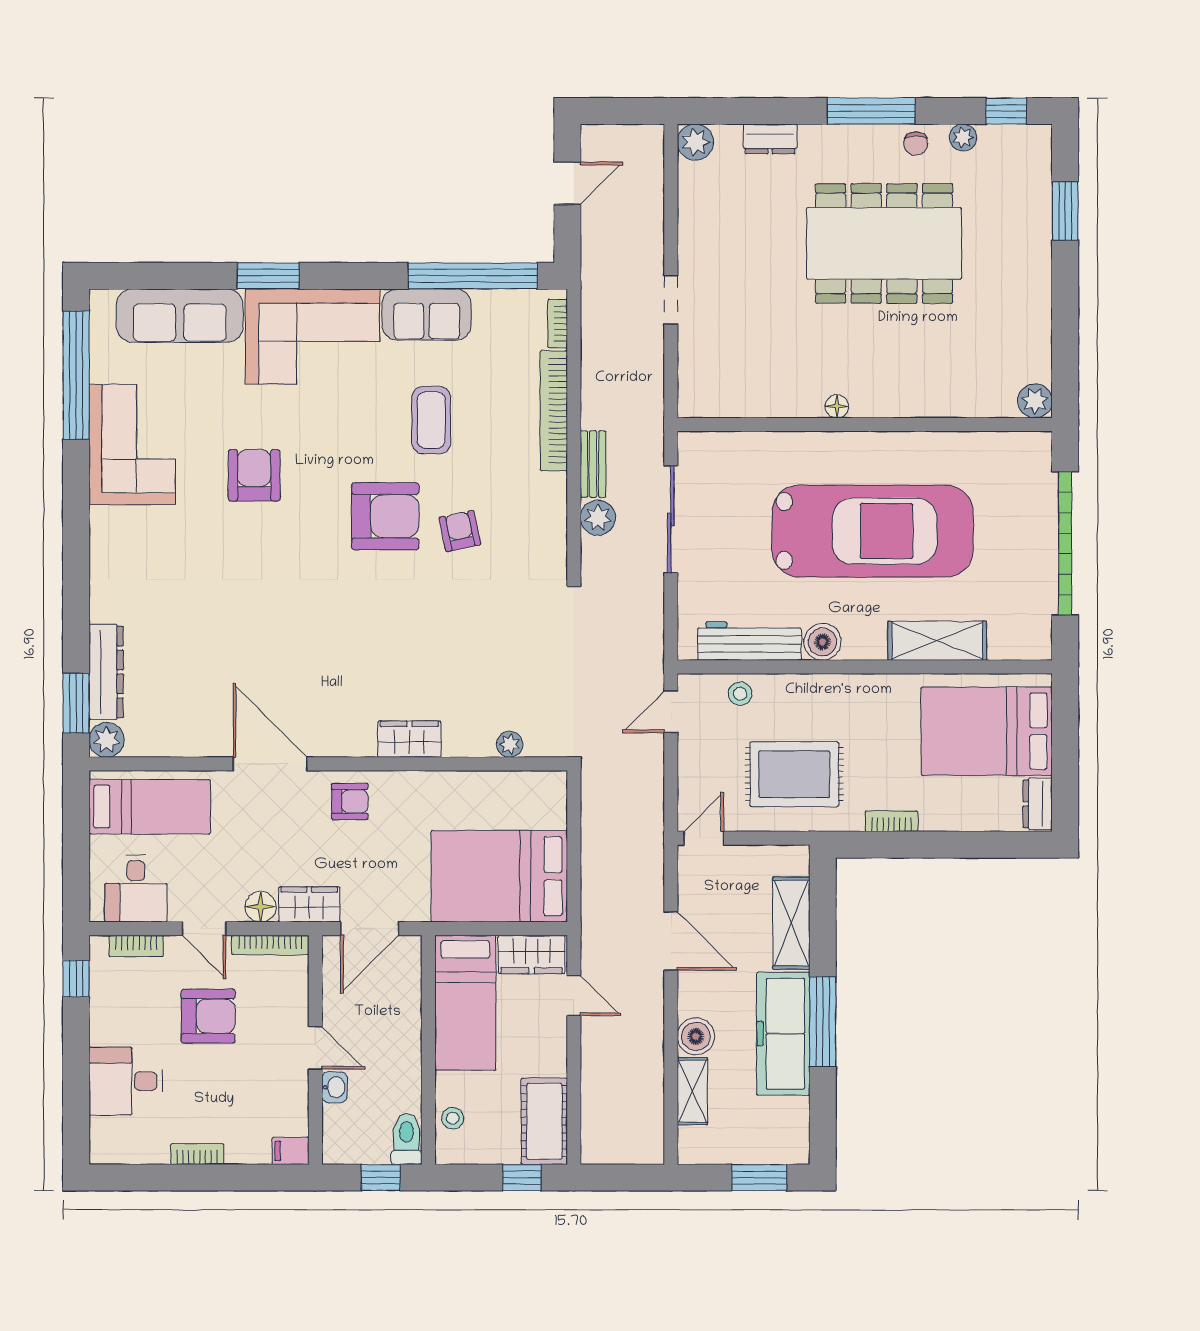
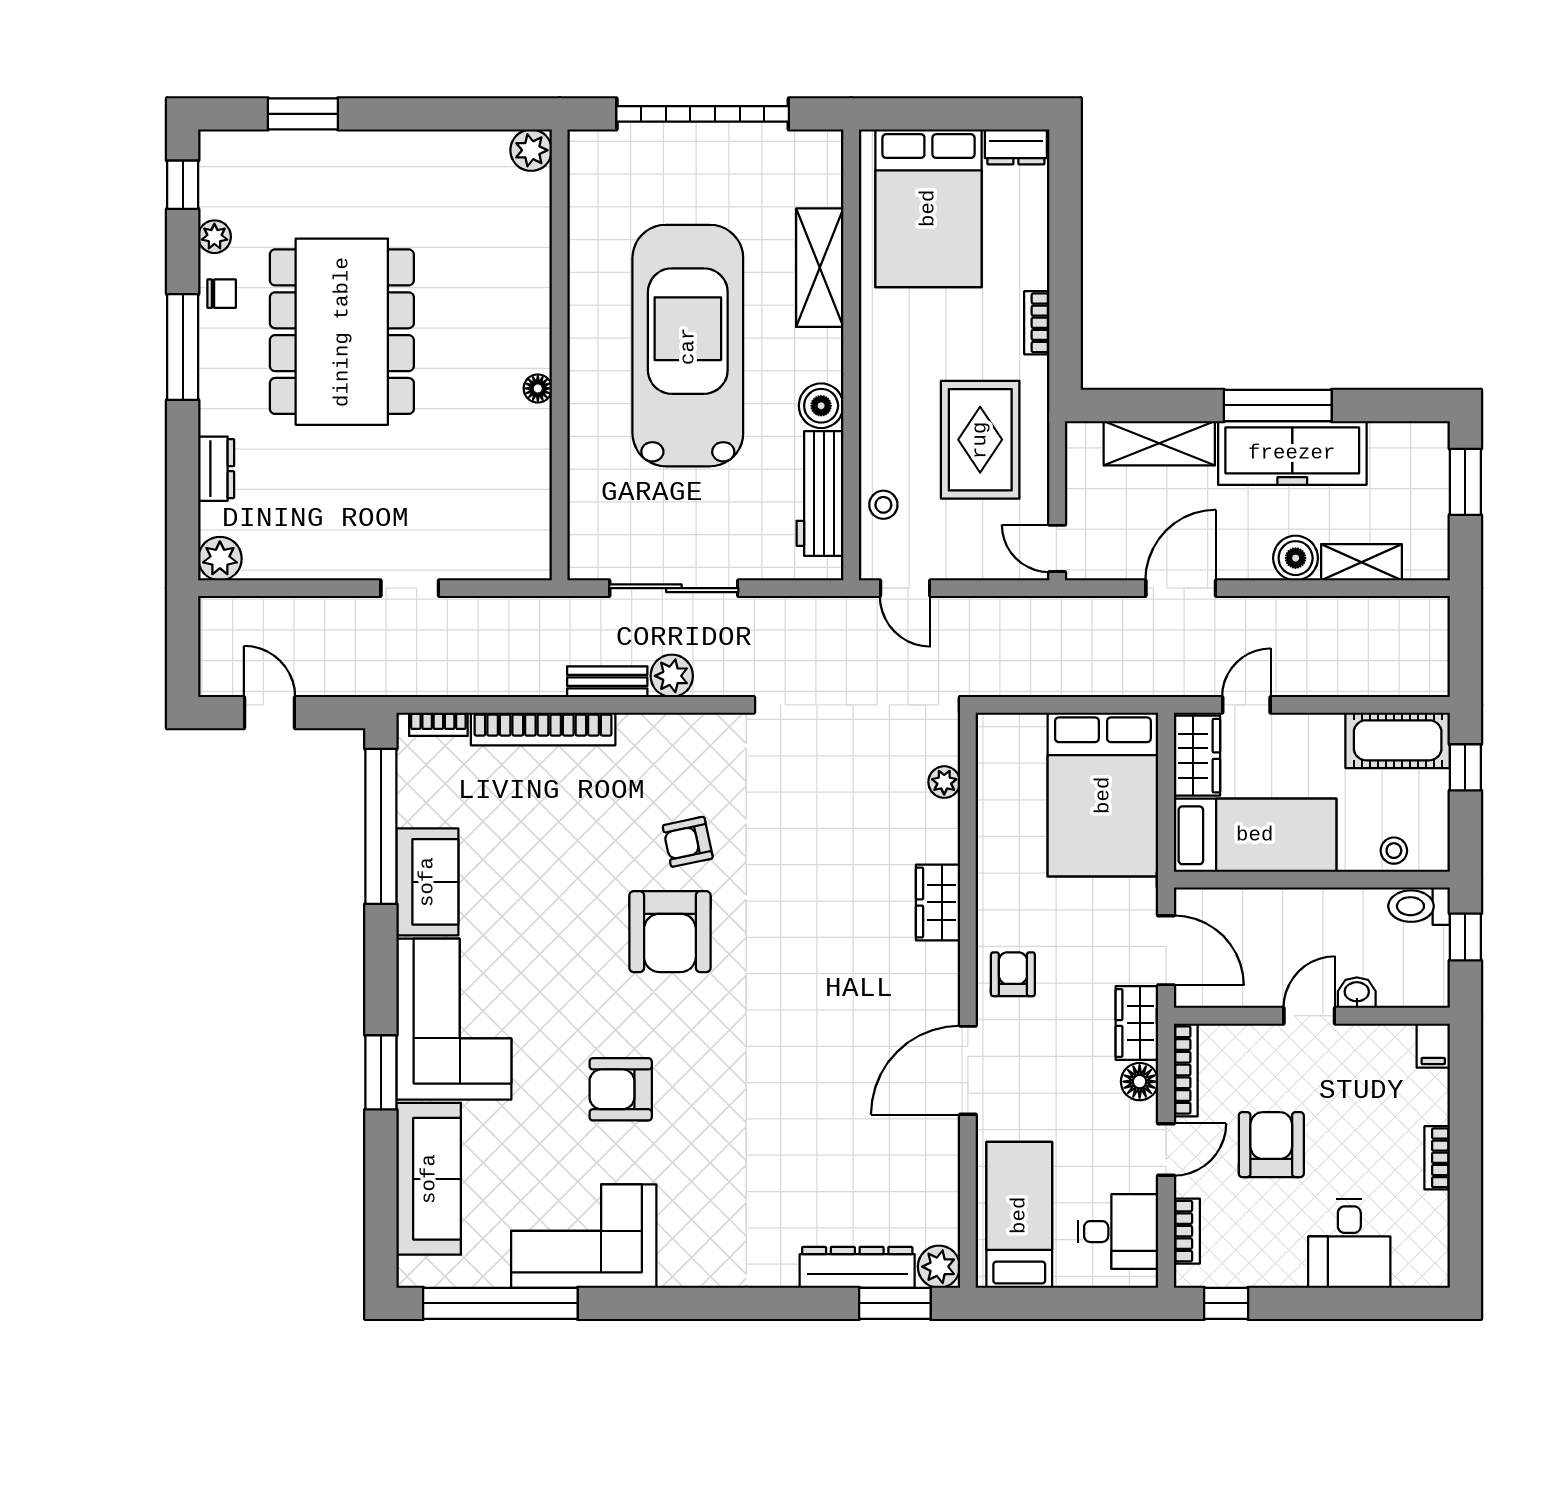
coffee table: (431, 420) -> (554, 876), removed
armchair: (385, 516) -> (670, 932), turned 180

